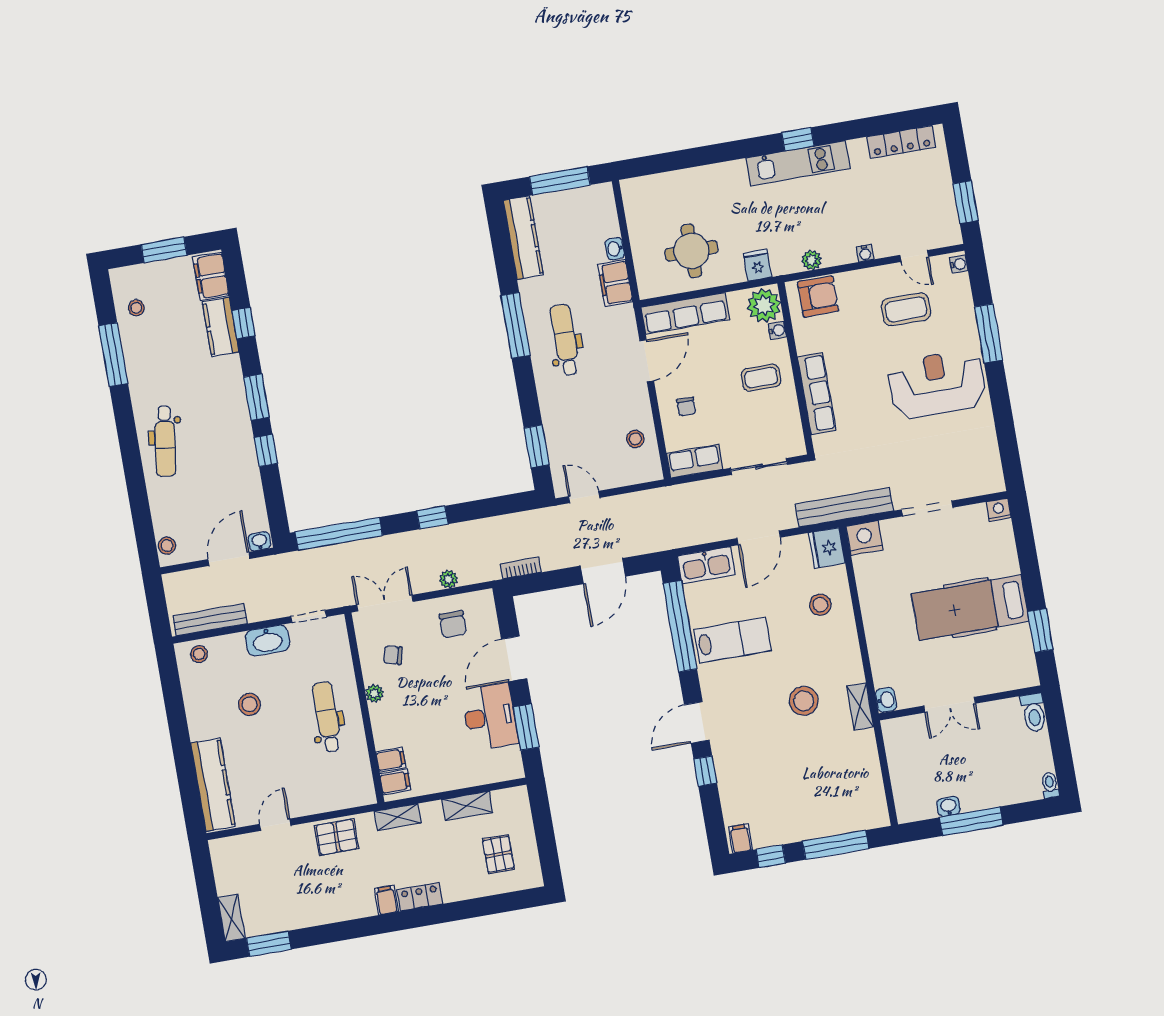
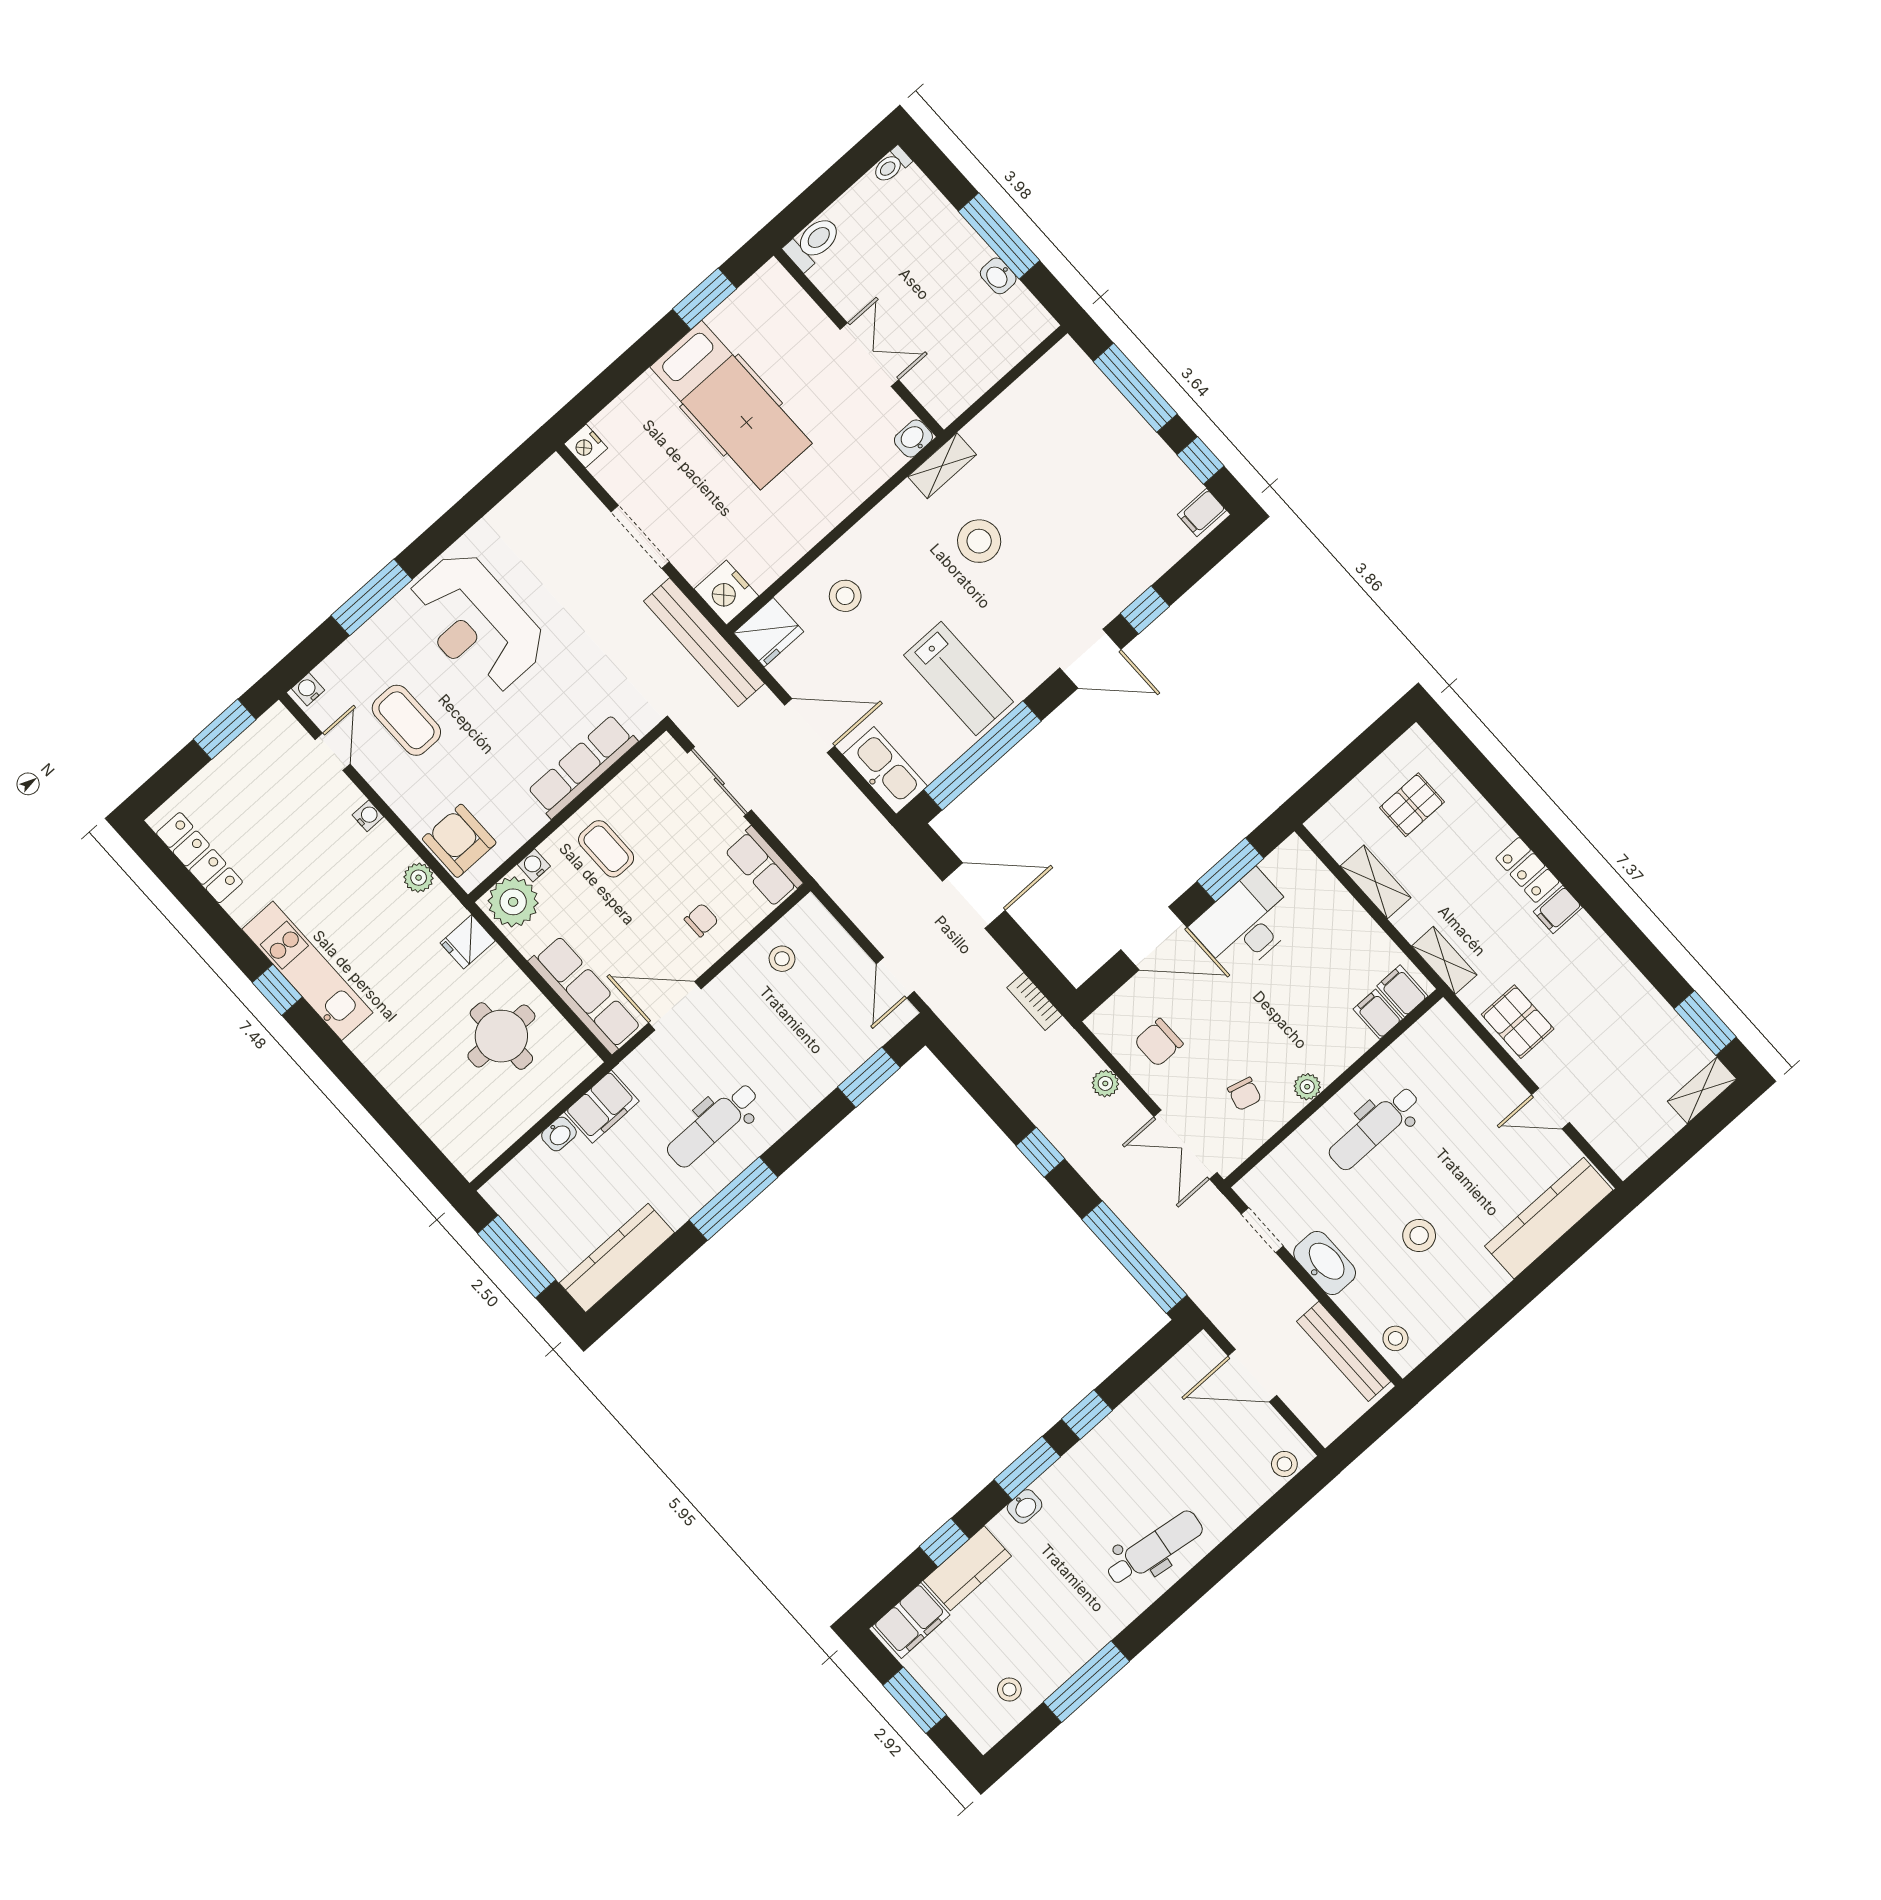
washbasin: (259, 541) -> (1025, 1506), moved, turned -90
chair: (453, 624) -> (1159, 1043), turned 180
lab bench: (732, 640) -> (959, 678), turned 180

